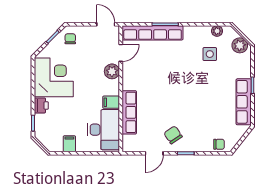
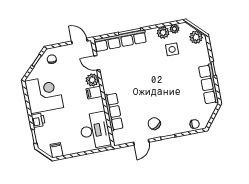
plant: (203, 33) -> (163, 32), added
door: (121, 53) -> (97, 63), swing flipped
filing cabinet: (111, 102) -> (94, 93), moved
filing cabinet: (69, 144) -> (57, 150), moved

